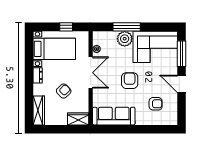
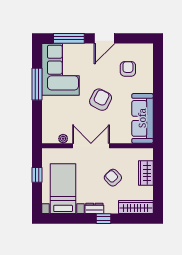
window: (127, 27) -> (37, 84), moved
plant: (125, 39) -> (51, 105), removed
armchair: (130, 81) -> (101, 100), turned 117
window: (29, 83) -> (103, 219), added
wardrobe: (78, 119) -> (146, 173), moved

